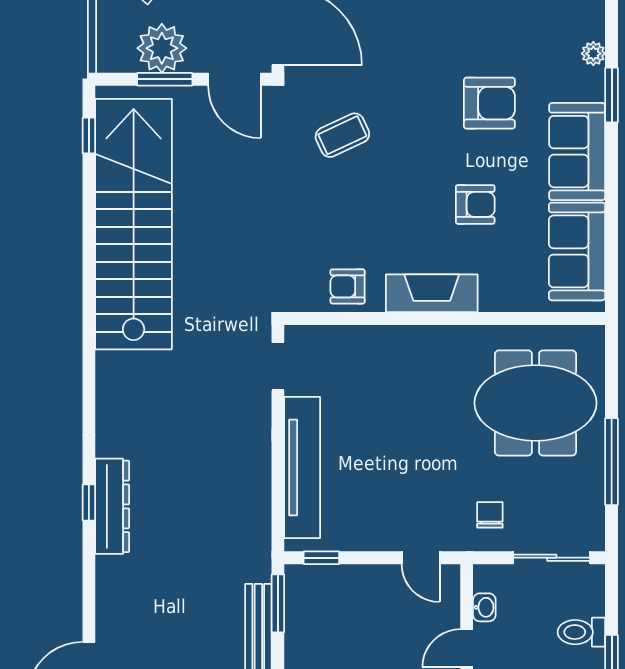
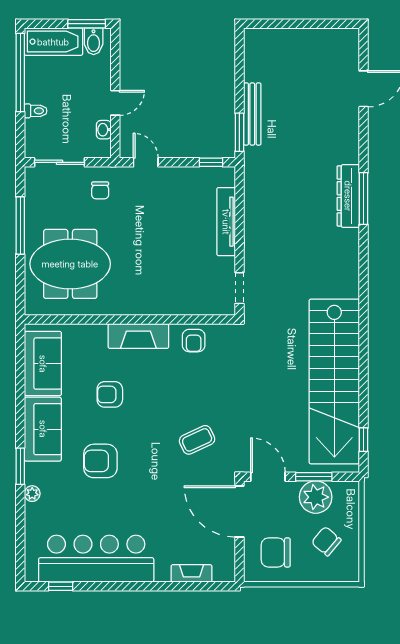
armchair: (348, 286) -> (194, 341), turned 90
tv unit: (302, 467) -> (226, 222), width x0.73, depth x0.78
window: (89, 503) -> (364, 199), width x2.17
toilet: (581, 632) -> (36, 111), width x0.73, depth x0.72

